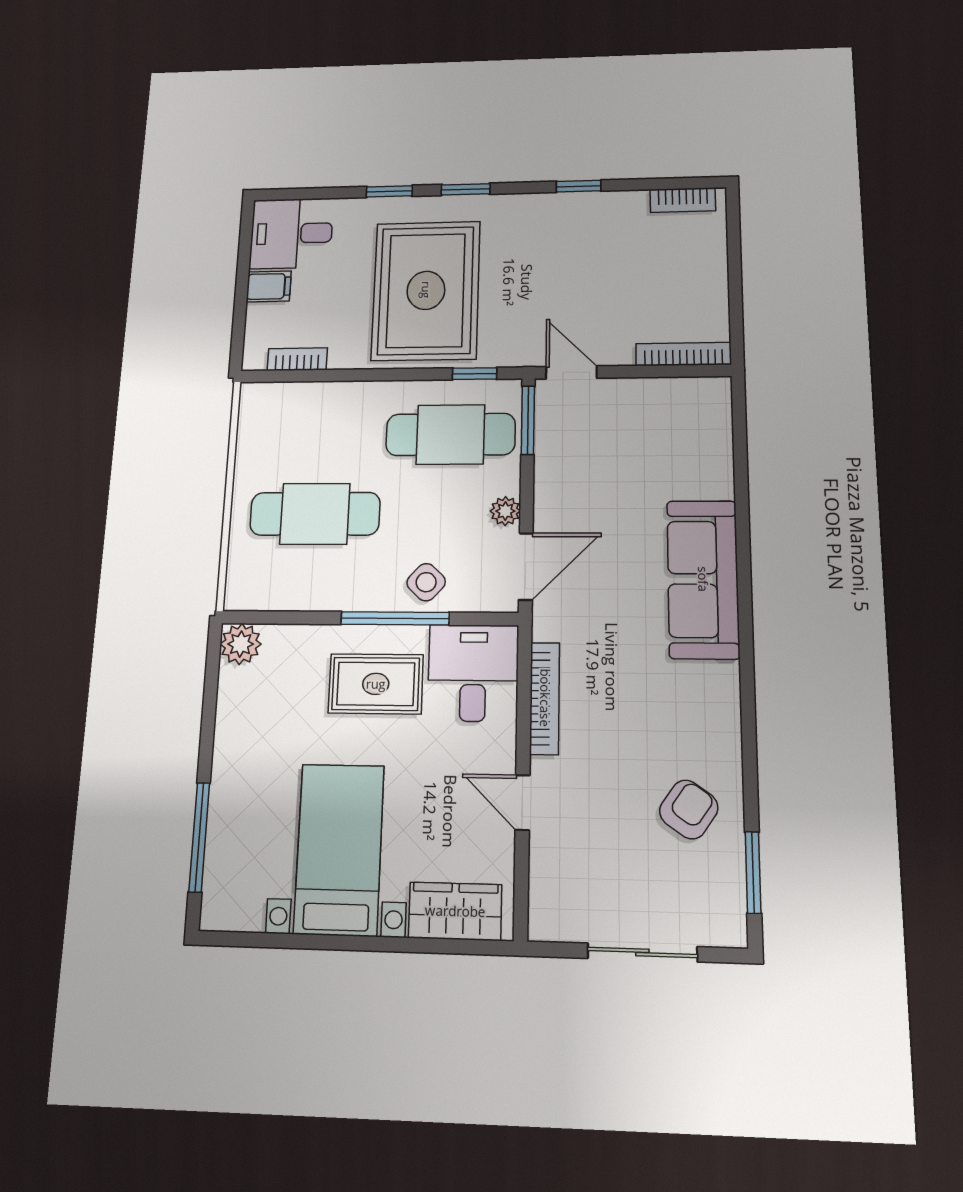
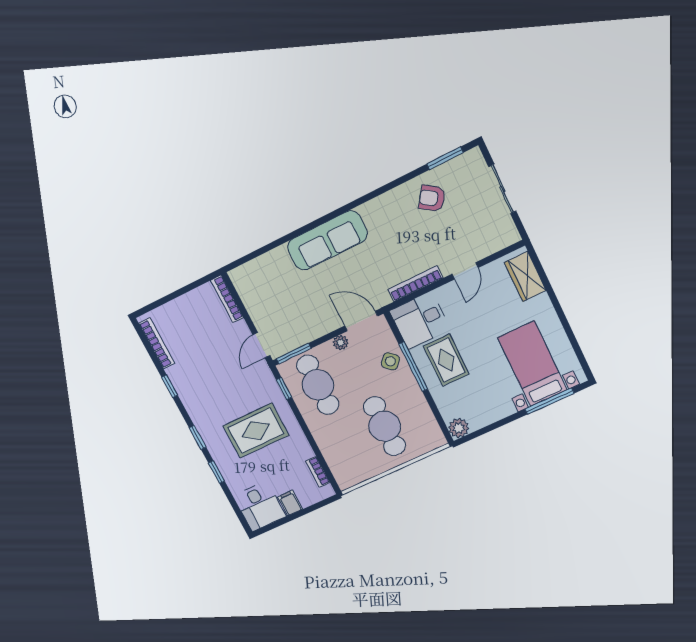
bookcase: (683, 200) -> (157, 343), width x1.56
rug: (426, 290) -> (256, 431), width x0.73, depth x0.69
bed with nightstands: (339, 849) -> (532, 364), moved, turned 90

